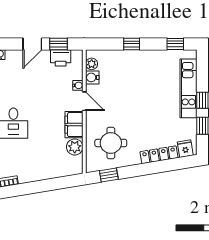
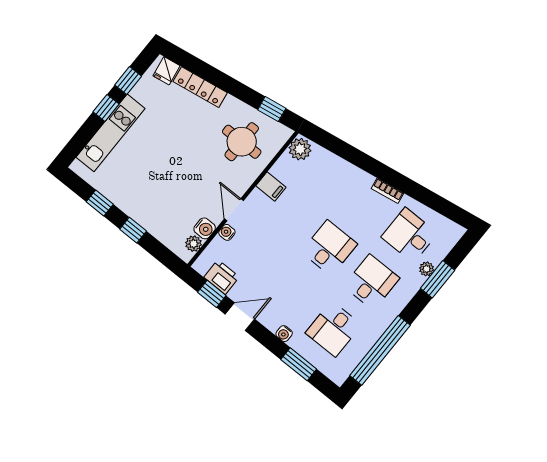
window: (175, 44) -> (100, 203), moved
filing cabinet: (74, 125) -> (271, 186), width x0.50
plant: (75, 147) -> (300, 149), moved

